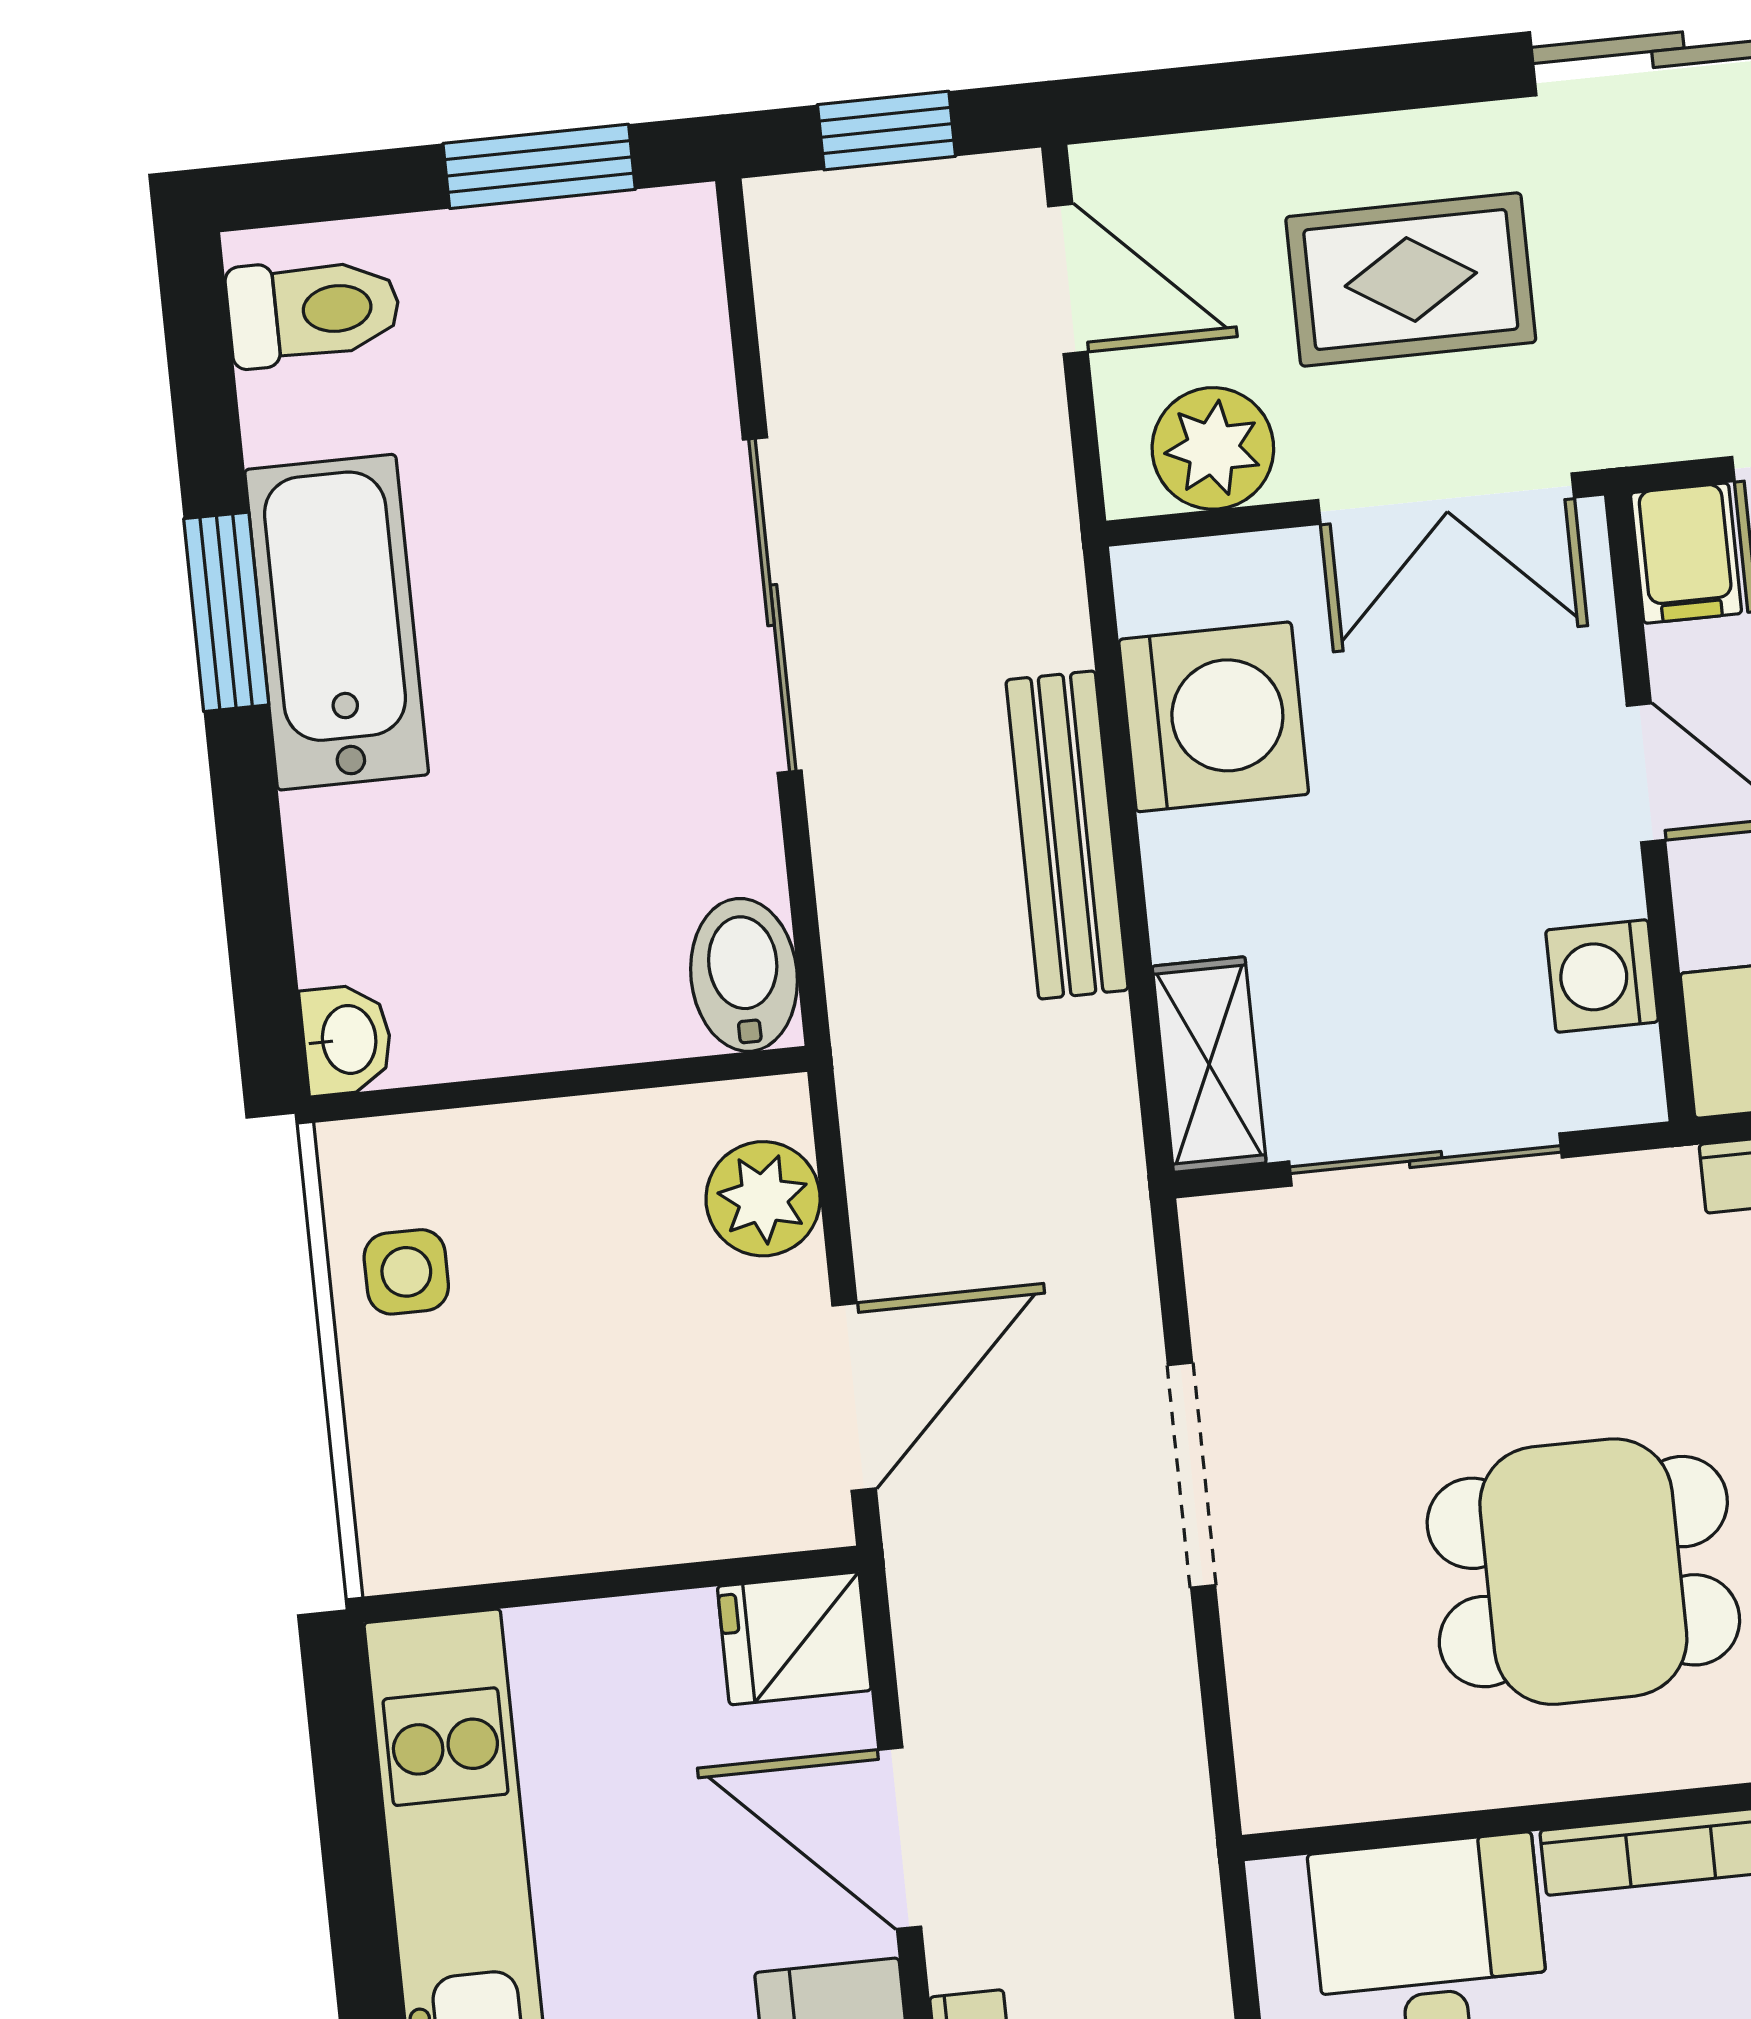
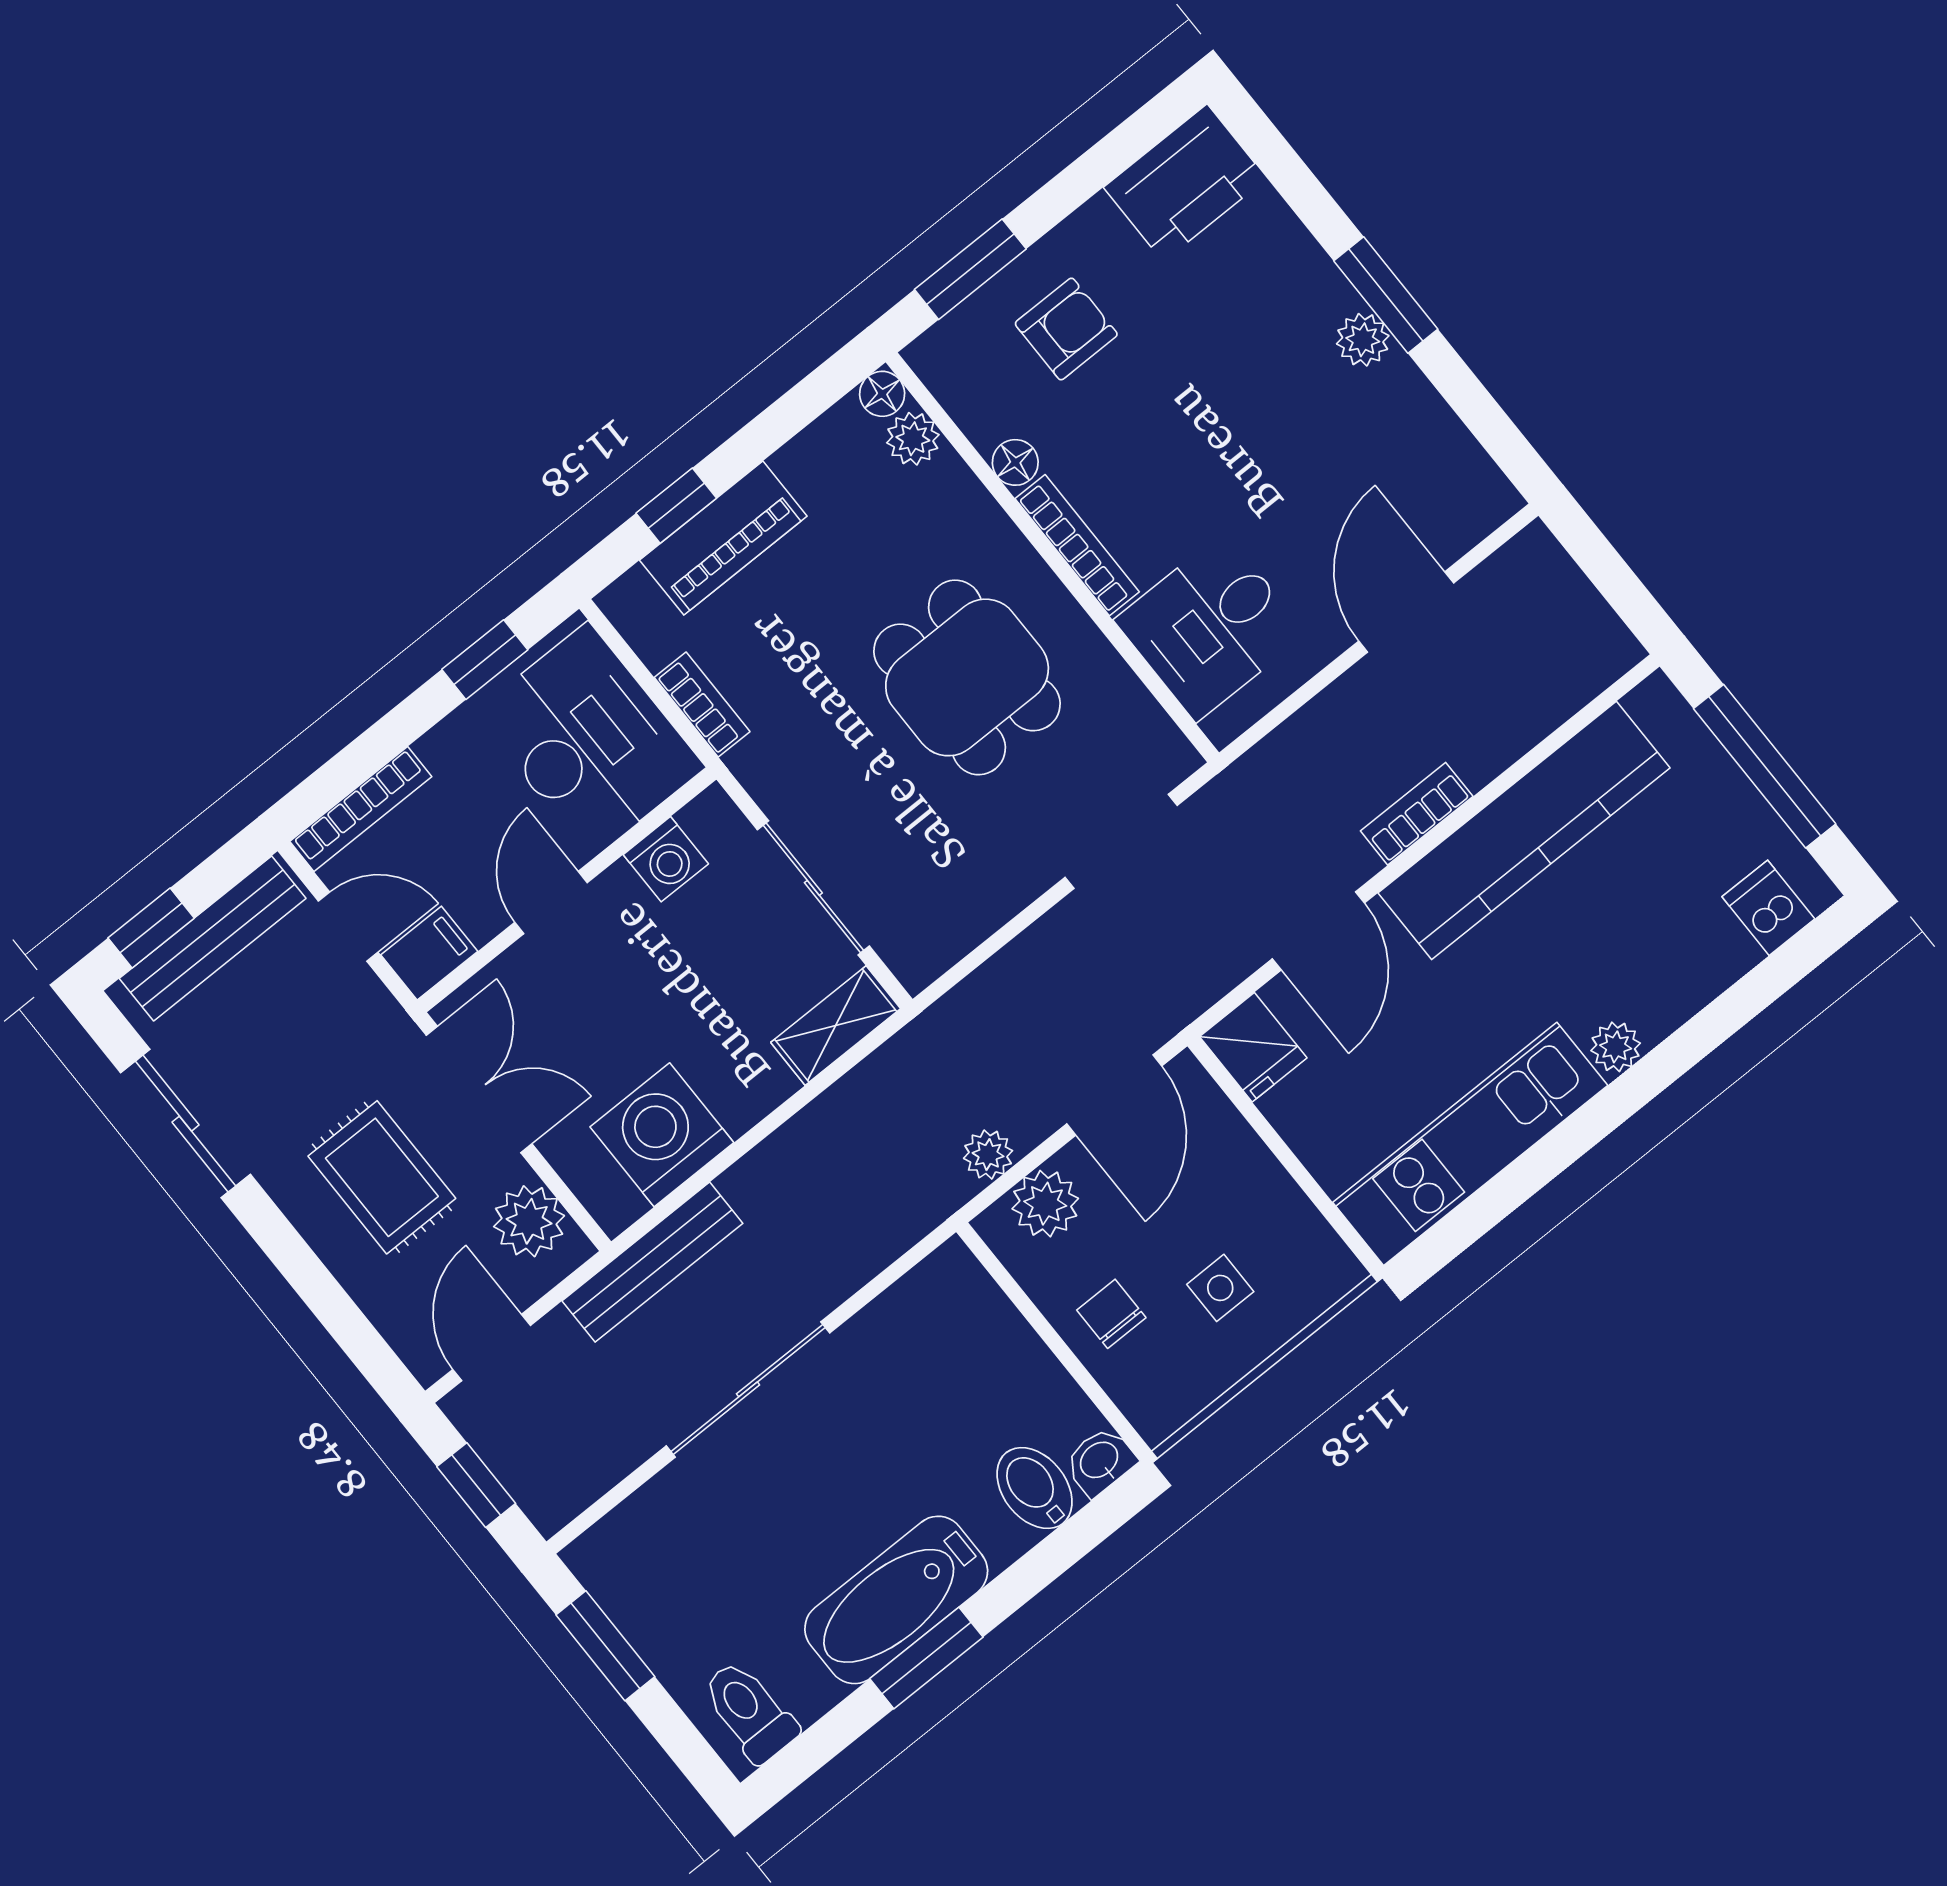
bench: (1067, 835) -> (652, 1262), moved
bidet: (744, 975) -> (1035, 1488), moved, turned 90
plant: (886, 1162) -> (988, 1155), added
chair: (546, 1191) -> (1111, 1314), added
side table: (406, 1272) -> (1220, 1288), moved
door: (854, 1397) -> (1114, 1095), swing flipped
doorway: (1192, 1475) -> (1121, 841), moved

